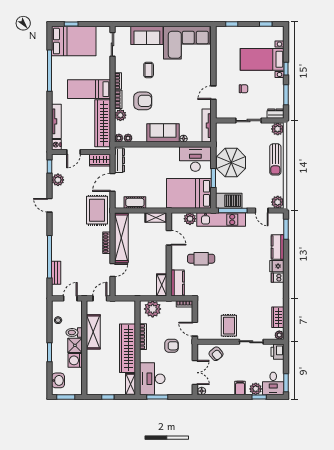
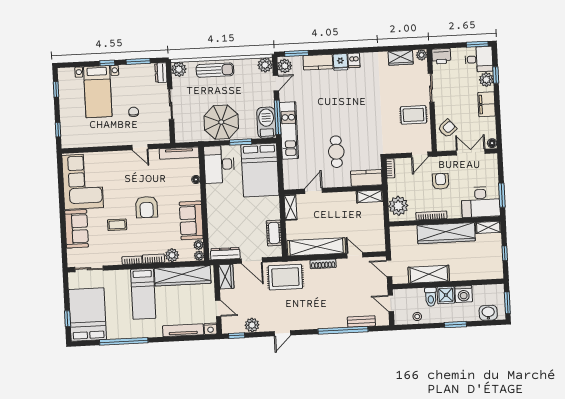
armchair: (143, 101) -> (147, 207), moved, turned 180
sofa: (163, 133) -> (191, 220), moved
plant: (190, 219) -> (285, 66), moved
filing cabinet: (240, 388) -> (486, 104), width x2.00

